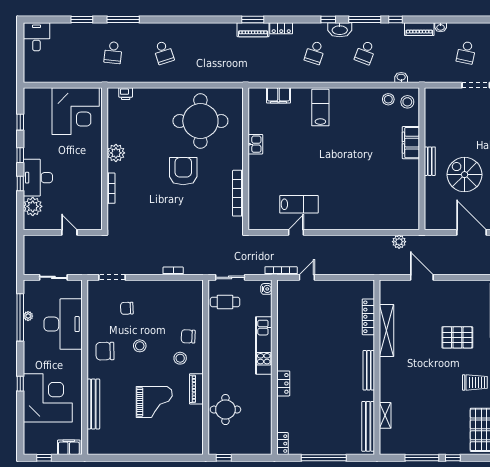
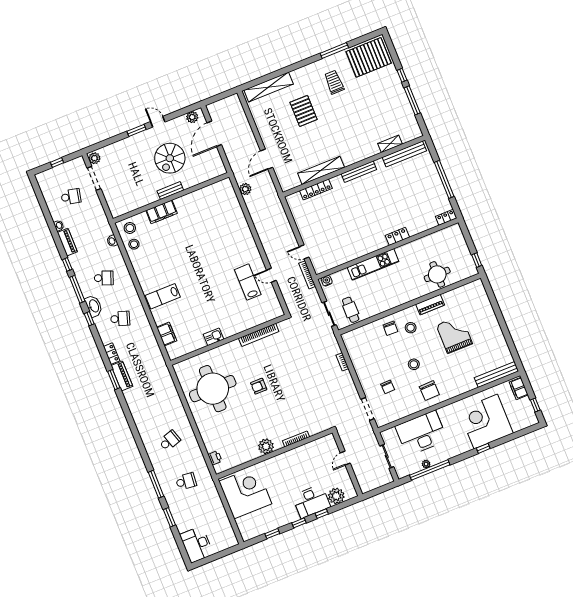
desk: (36, 37) -> (197, 544), width x1.37
armchair: (183, 171) -> (259, 386), width x0.53, depth x0.53
bench: (93, 404) -> (496, 374), moved

